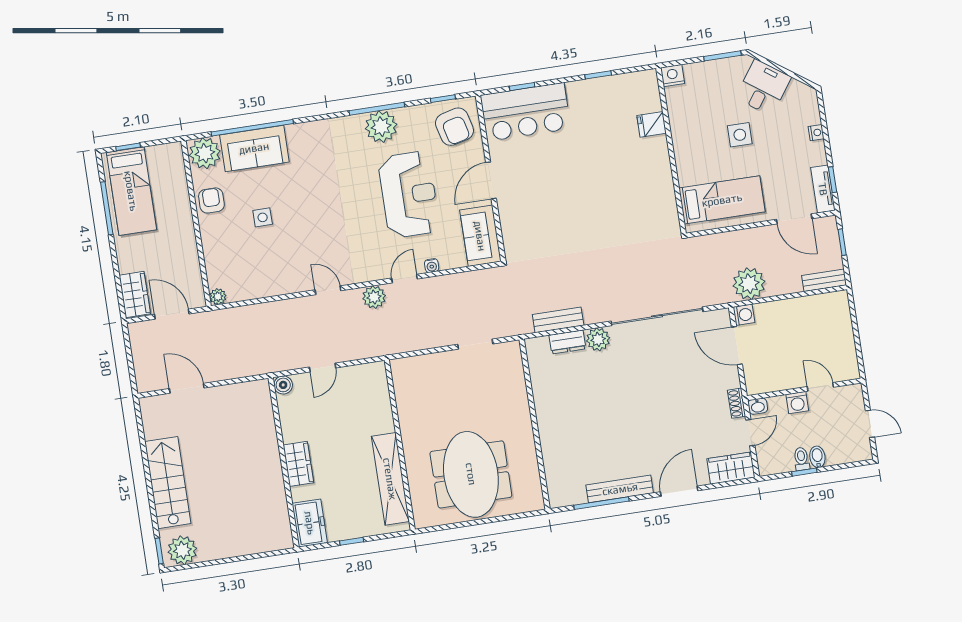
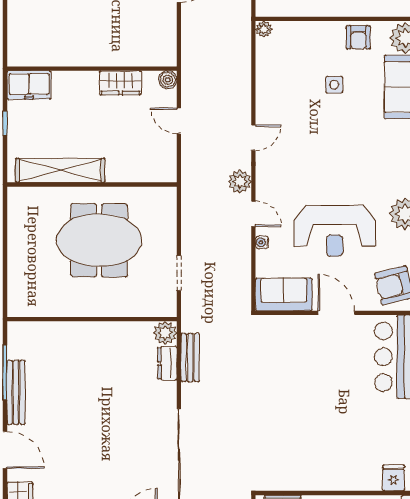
fridge: (652, 124) -> (394, 478), moved
armchair: (211, 200) -> (358, 37), turned 90
plant: (598, 339) -> (165, 333), moved
wardrobe: (298, 464) -> (120, 83), moved
meeting table: (471, 474) -> (99, 240), moved

